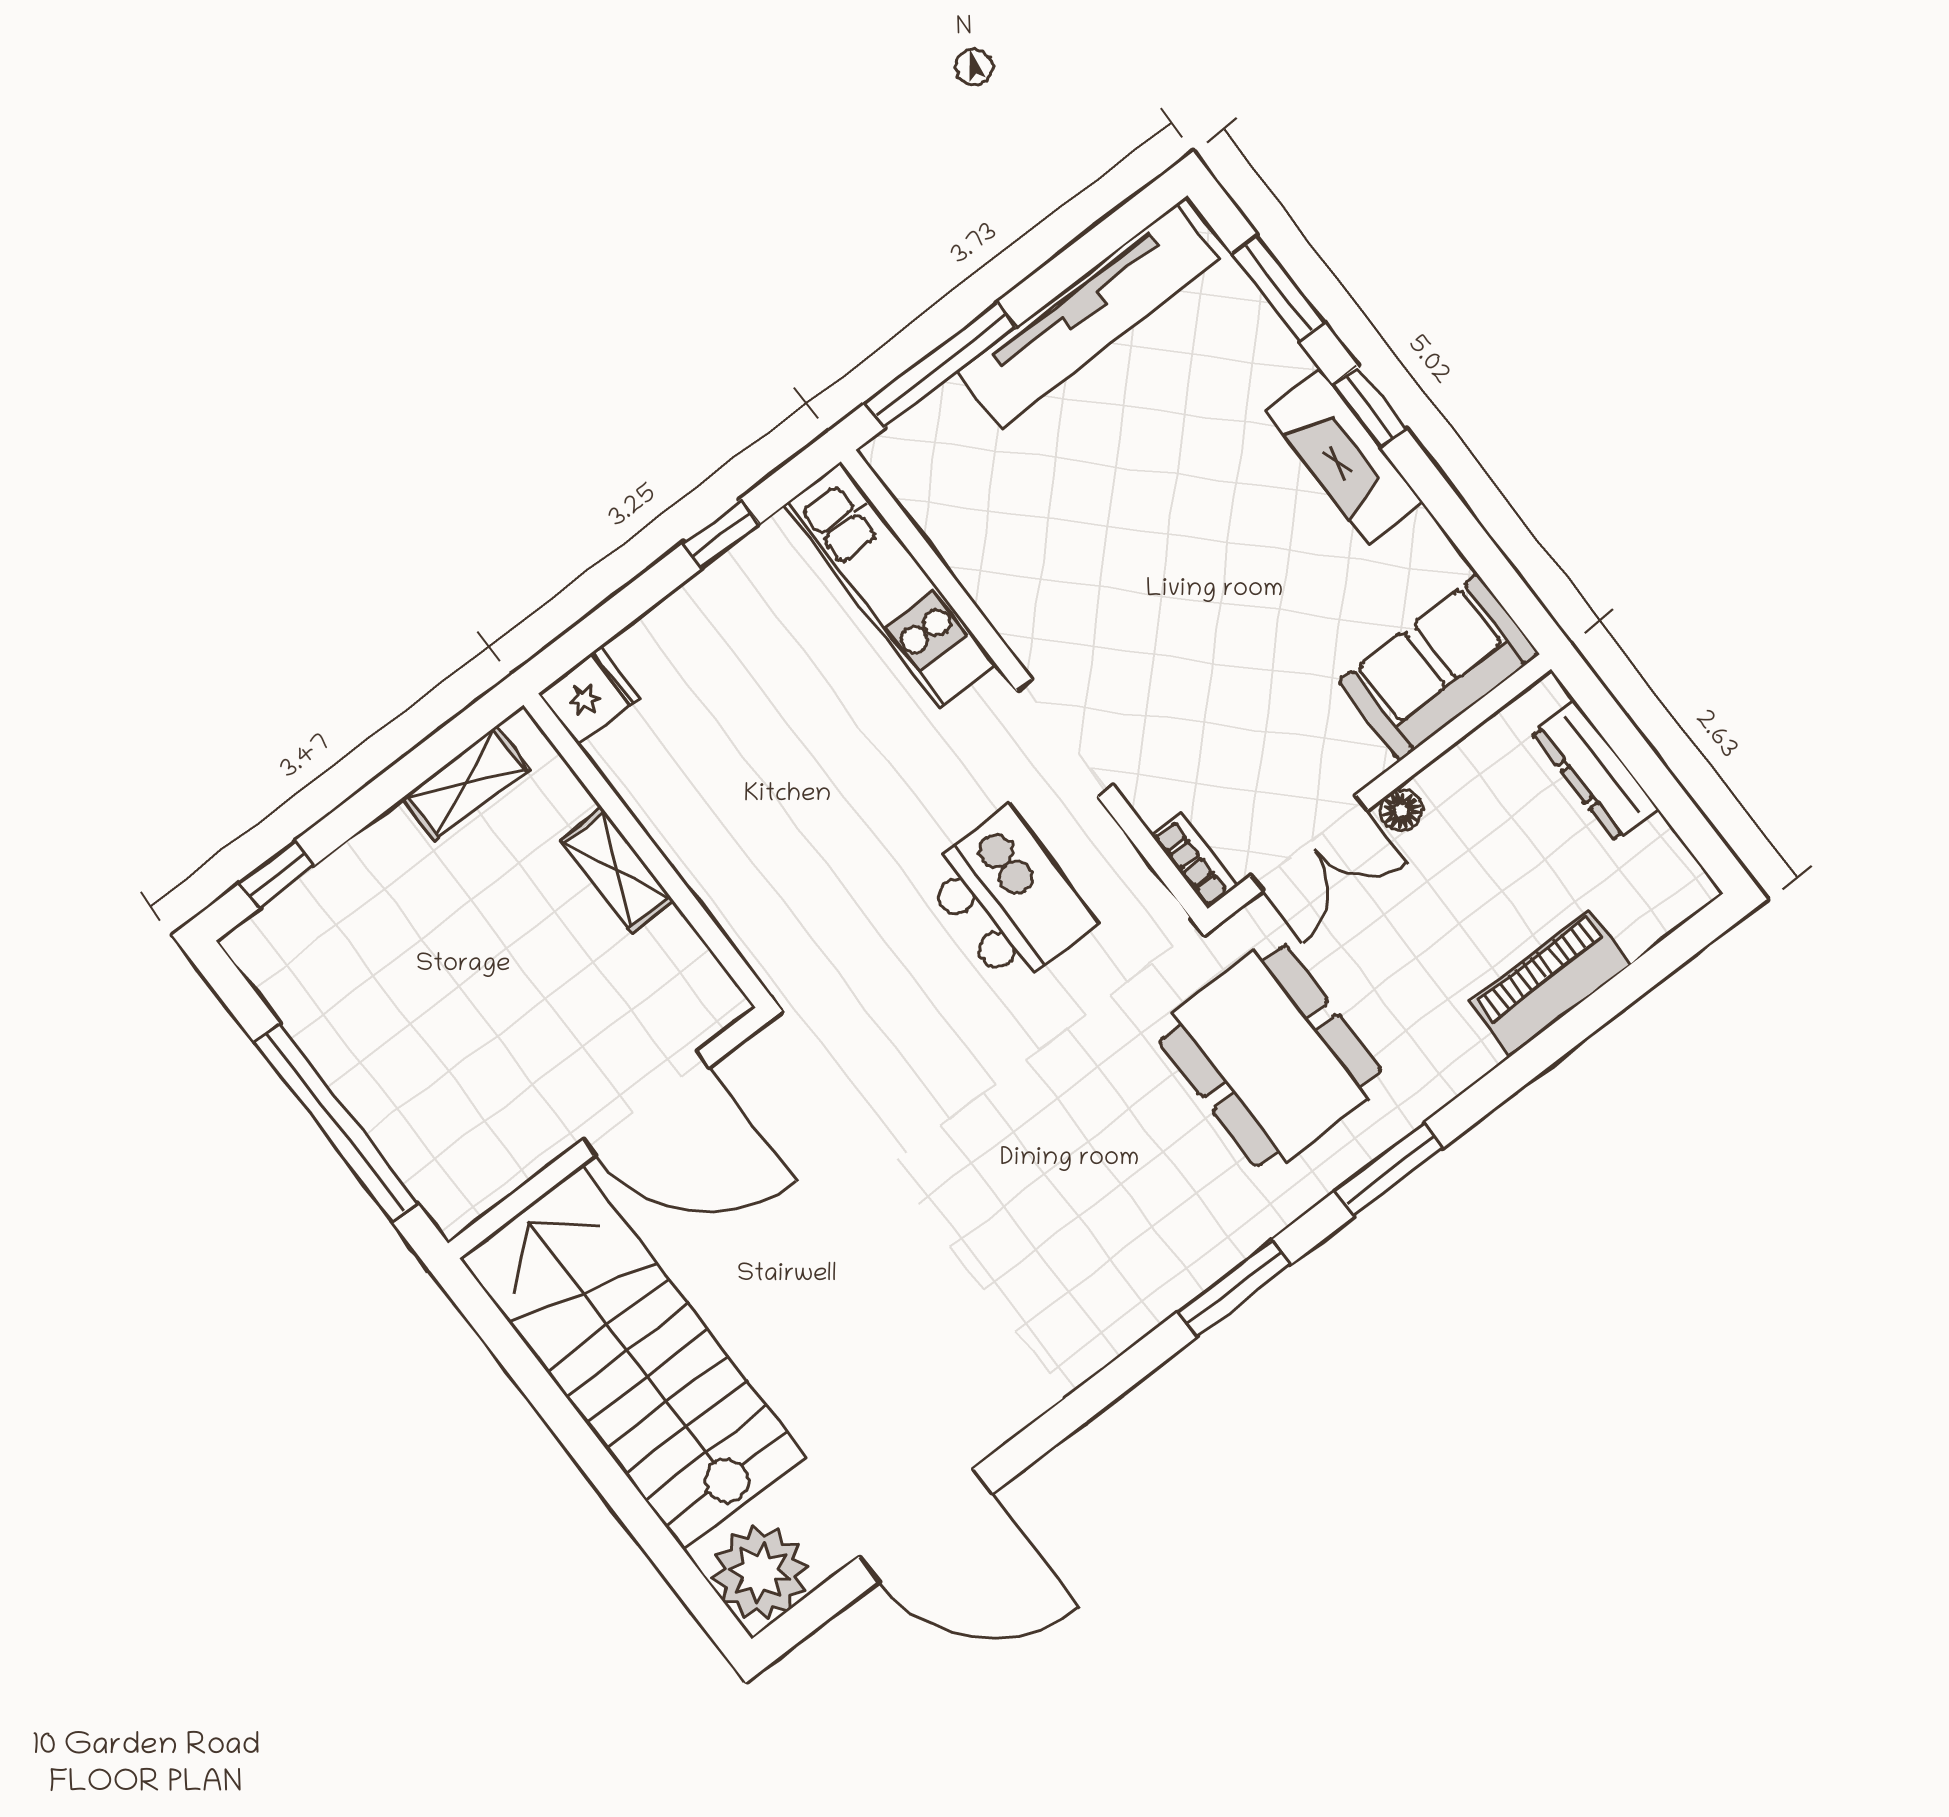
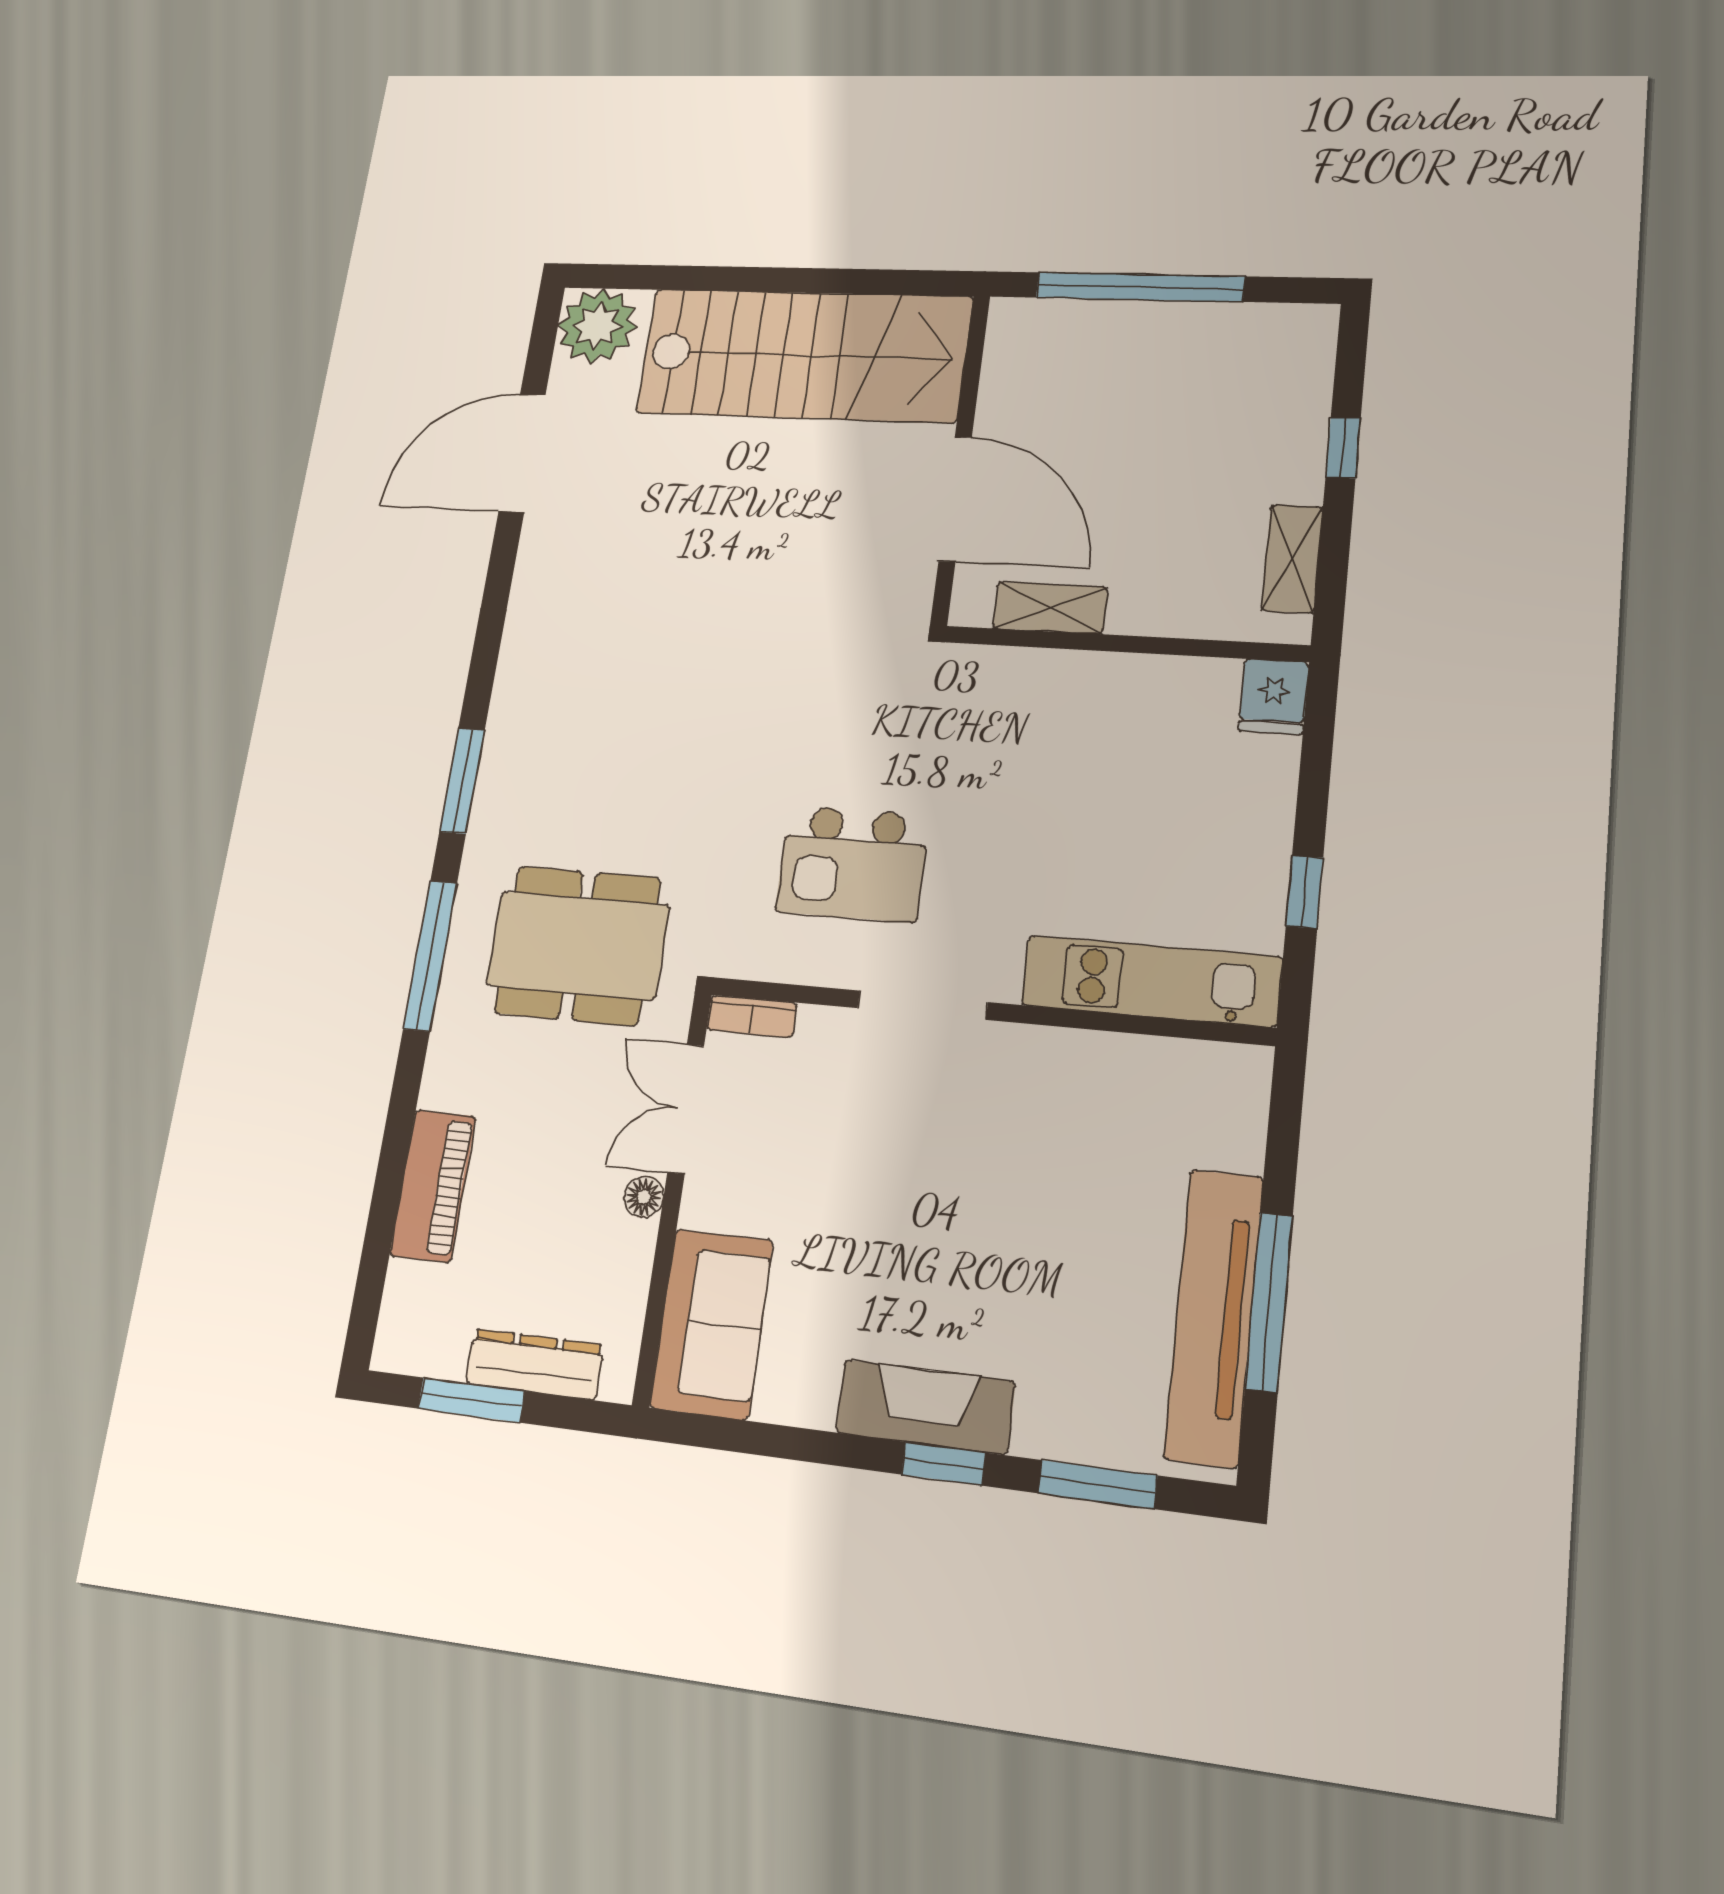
window: (940, 365) -> (1269, 1302), moved
window: (1665, 793) -> (471, 1400), added
shelving: (617, 870) -> (1050, 608), moved
window: (277, 875) -> (1343, 447), moved
door: (646, 1104) -> (955, 499), swing flipped
window: (1389, 1169) -> (430, 956), width x1.44

